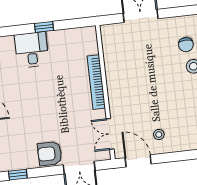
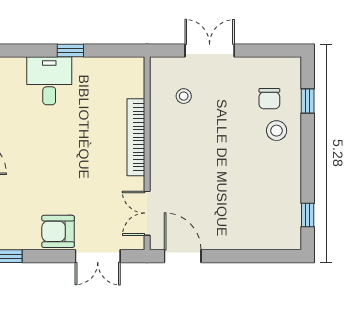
stool: (159, 135) -> (184, 96), moved

